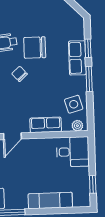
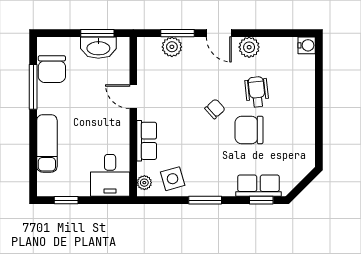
chair: (35, 48) -> (249, 130), turned -90
window: (88, 48) -> (261, 200), moved
row of seats: (77, 58) -> (259, 186), moved

